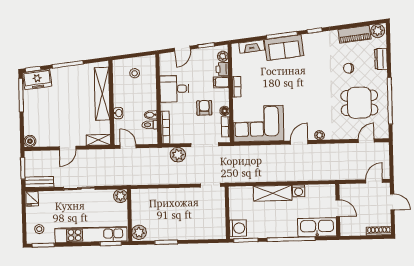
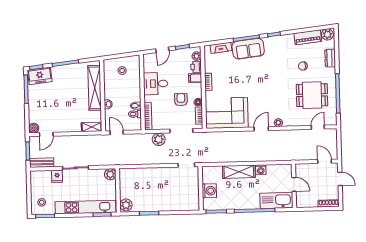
door: (68, 148) -> (46, 134), moved
door: (374, 181) -> (325, 161), hinge flipped
fridge: (32, 199) -> (57, 176), moved
washing machine: (238, 228) -> (209, 191), moved

